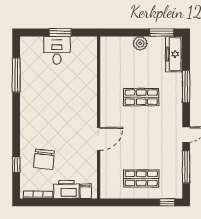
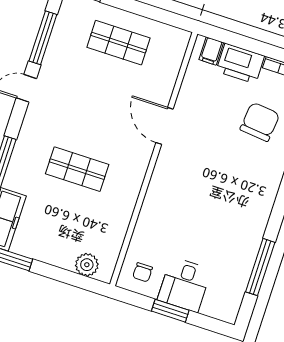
plant: (140, 43) -> (87, 265), moved
chair: (84, 50) -> (143, 272), added
door: (99, 139) -> (165, 126), hinge flipped

